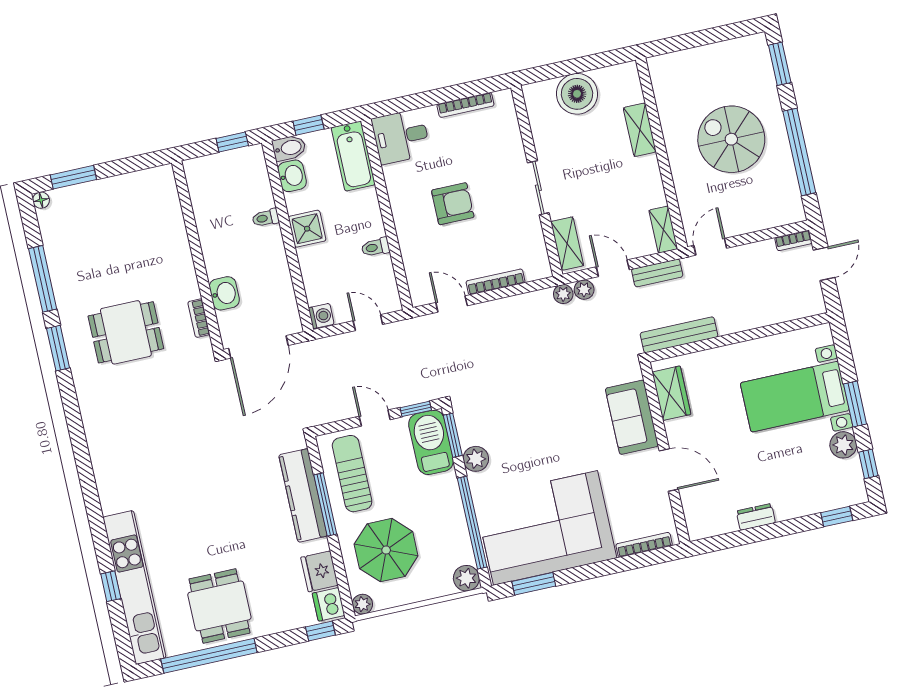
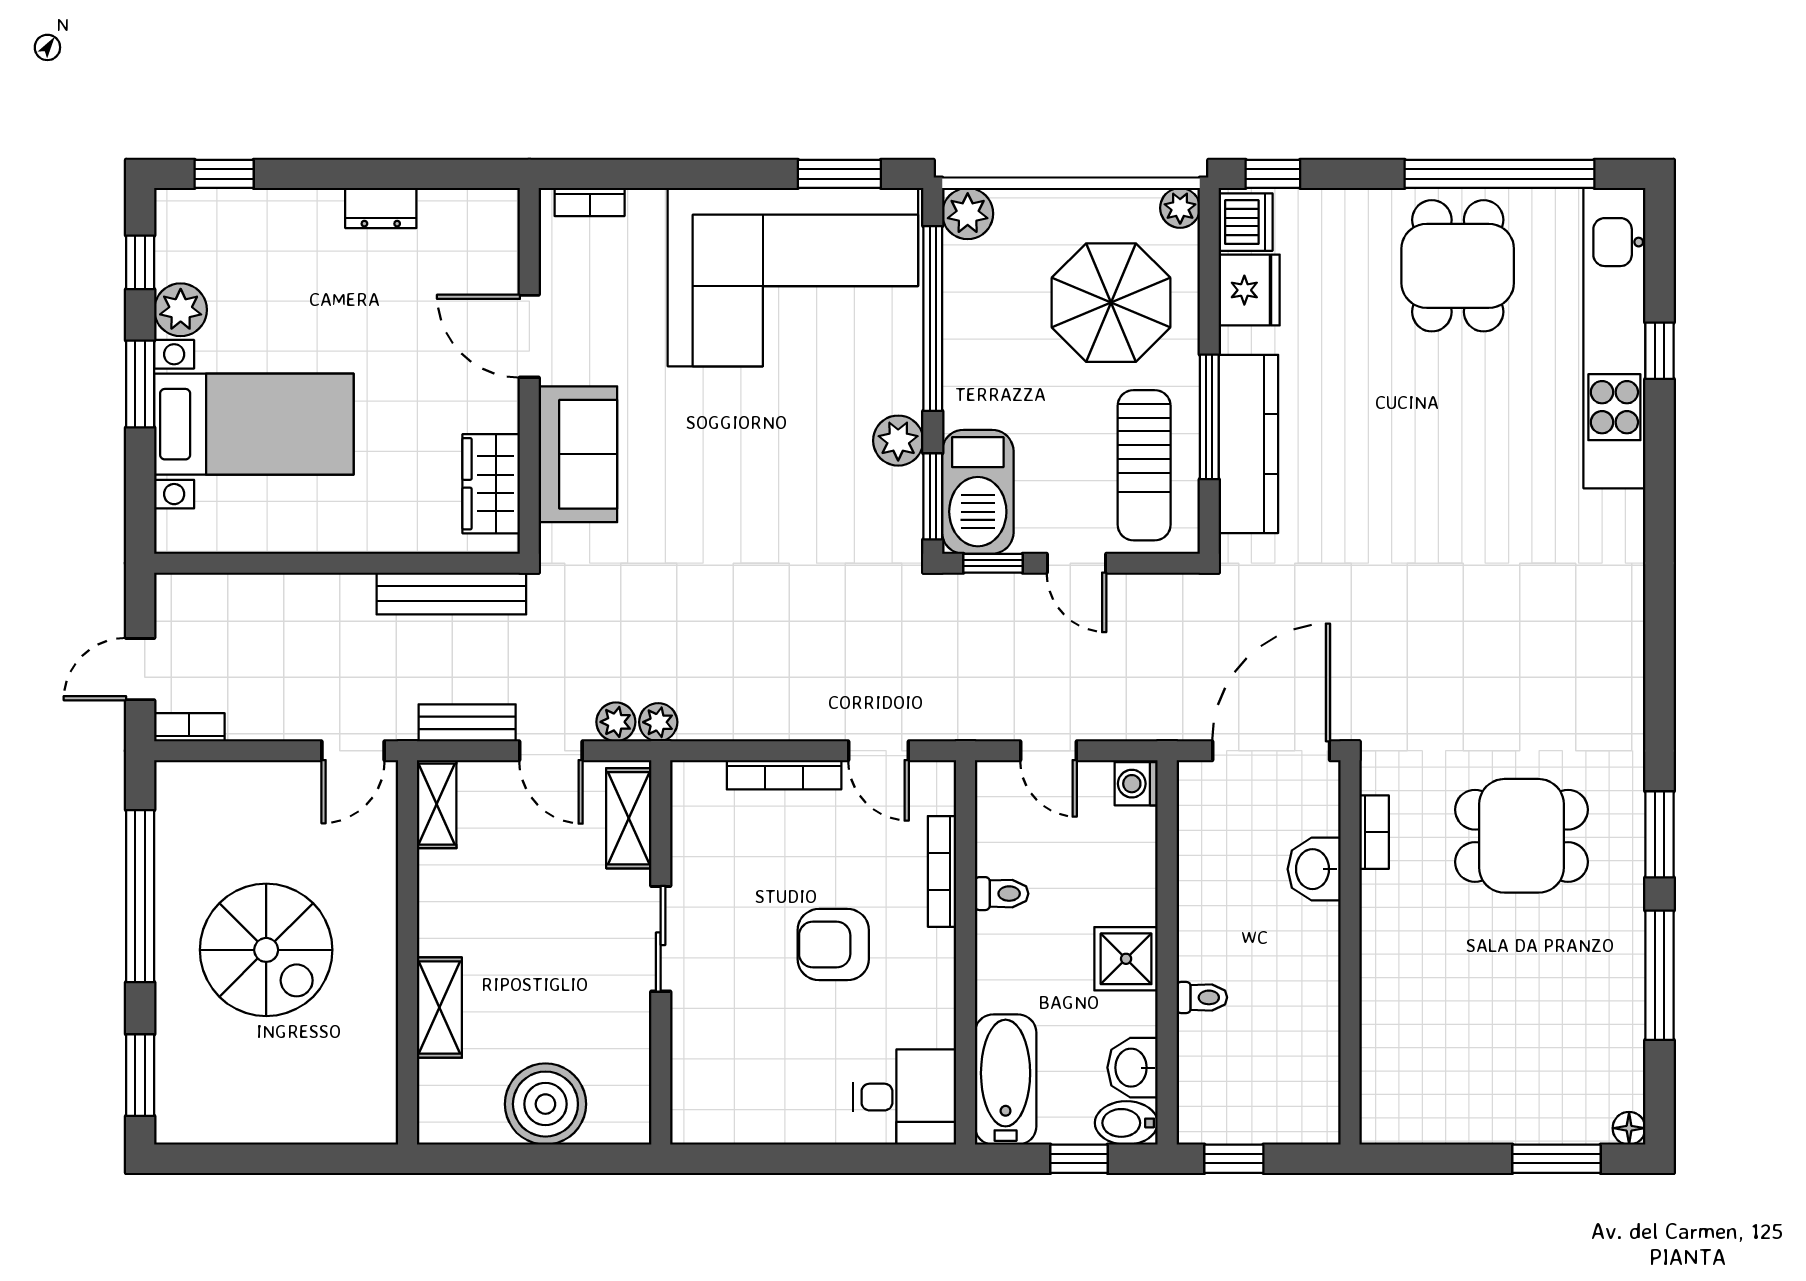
bookcase: (465, 105) -> (942, 871), moved, turned -90
bookcase: (644, 545) -> (590, 202), width x0.64

